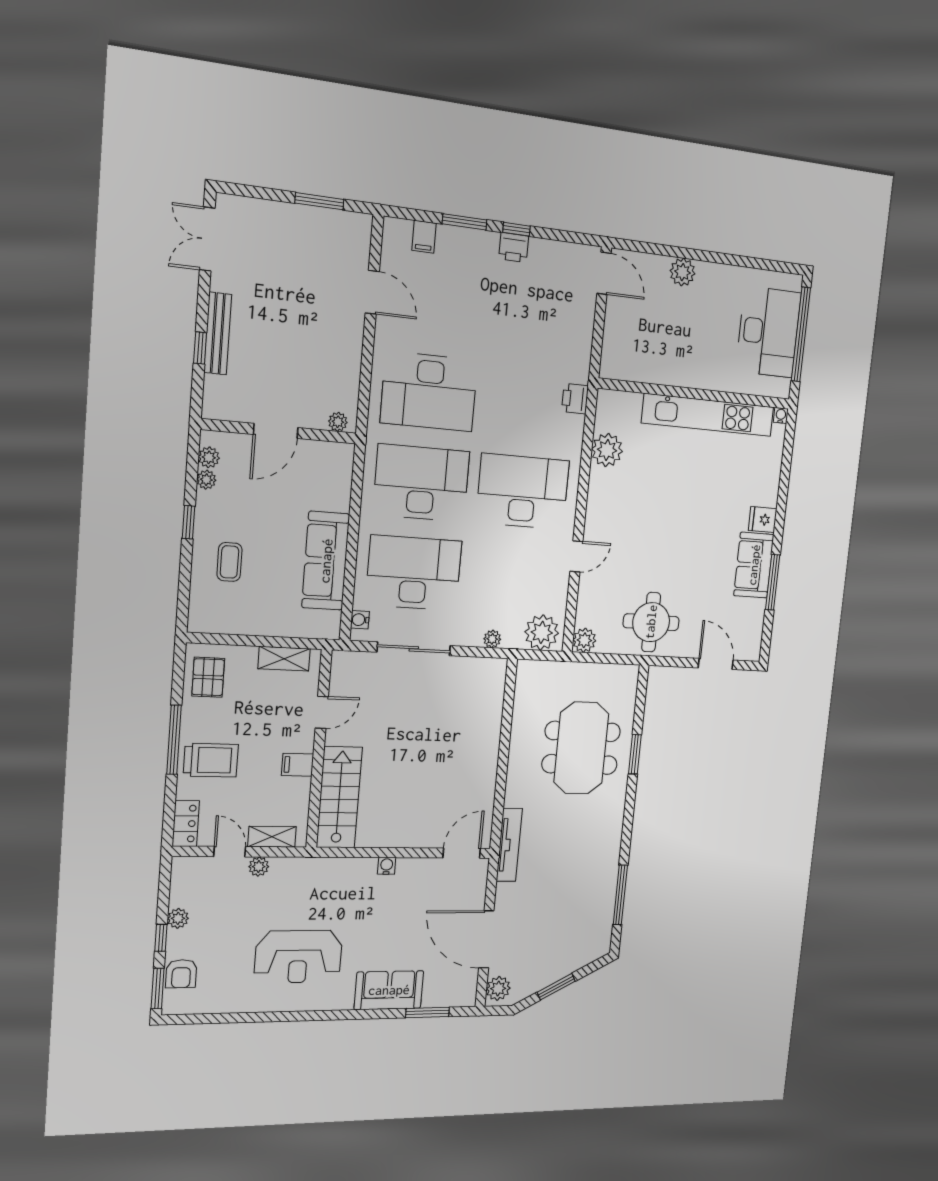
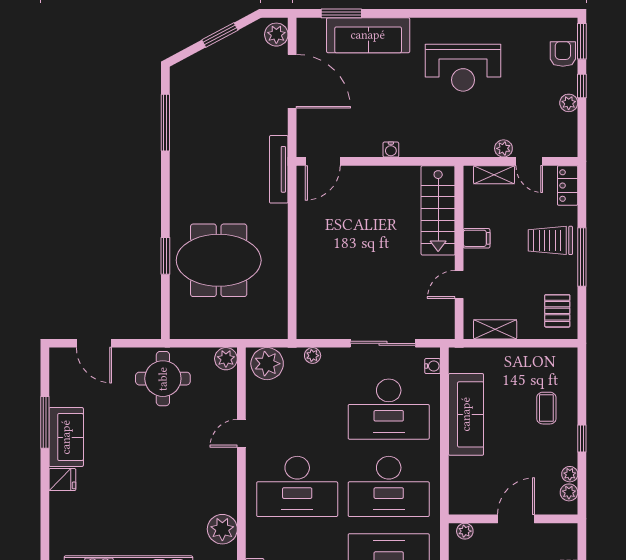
meeting table: (581, 748) -> (219, 260), turned 90
reception desk: (298, 957) -> (463, 68), turned 180
sofa: (389, 990) -> (368, 35), width x1.36

